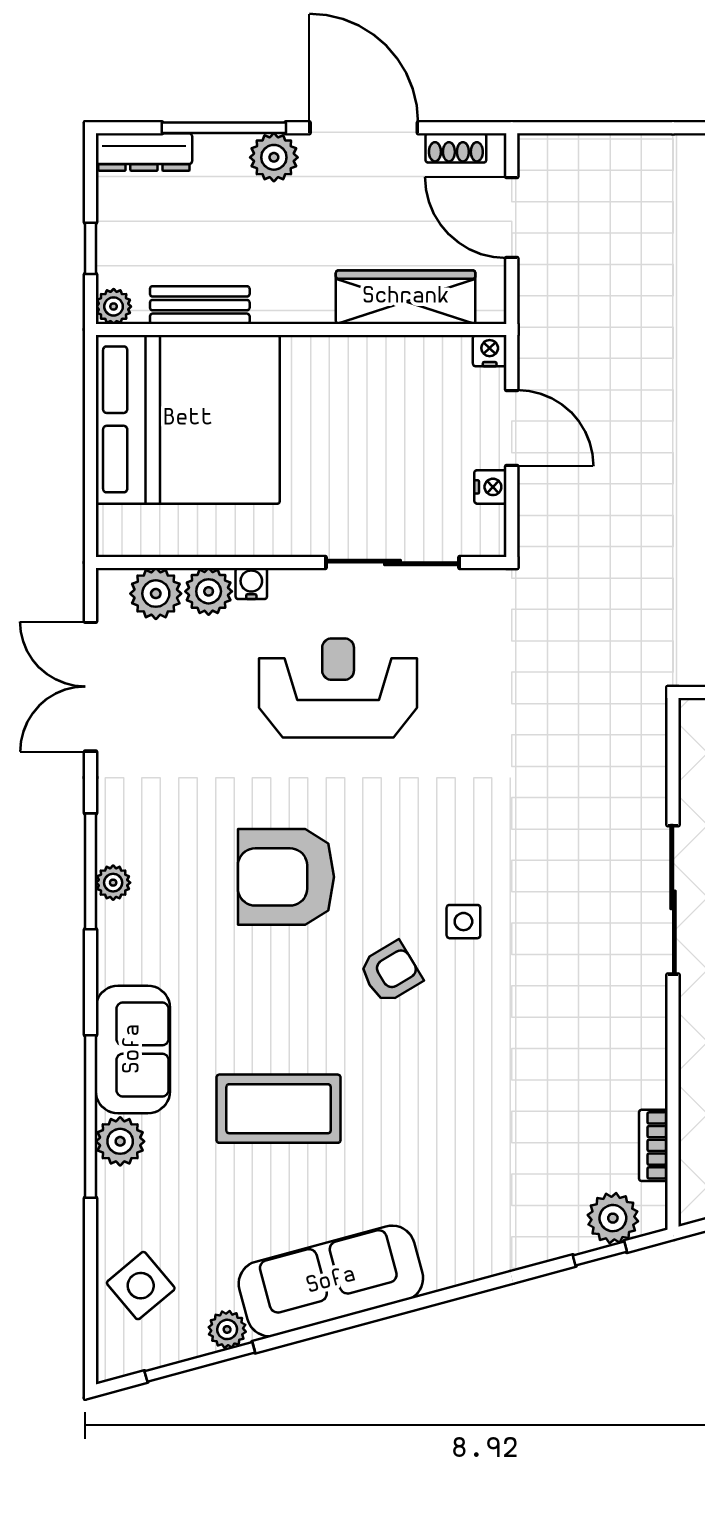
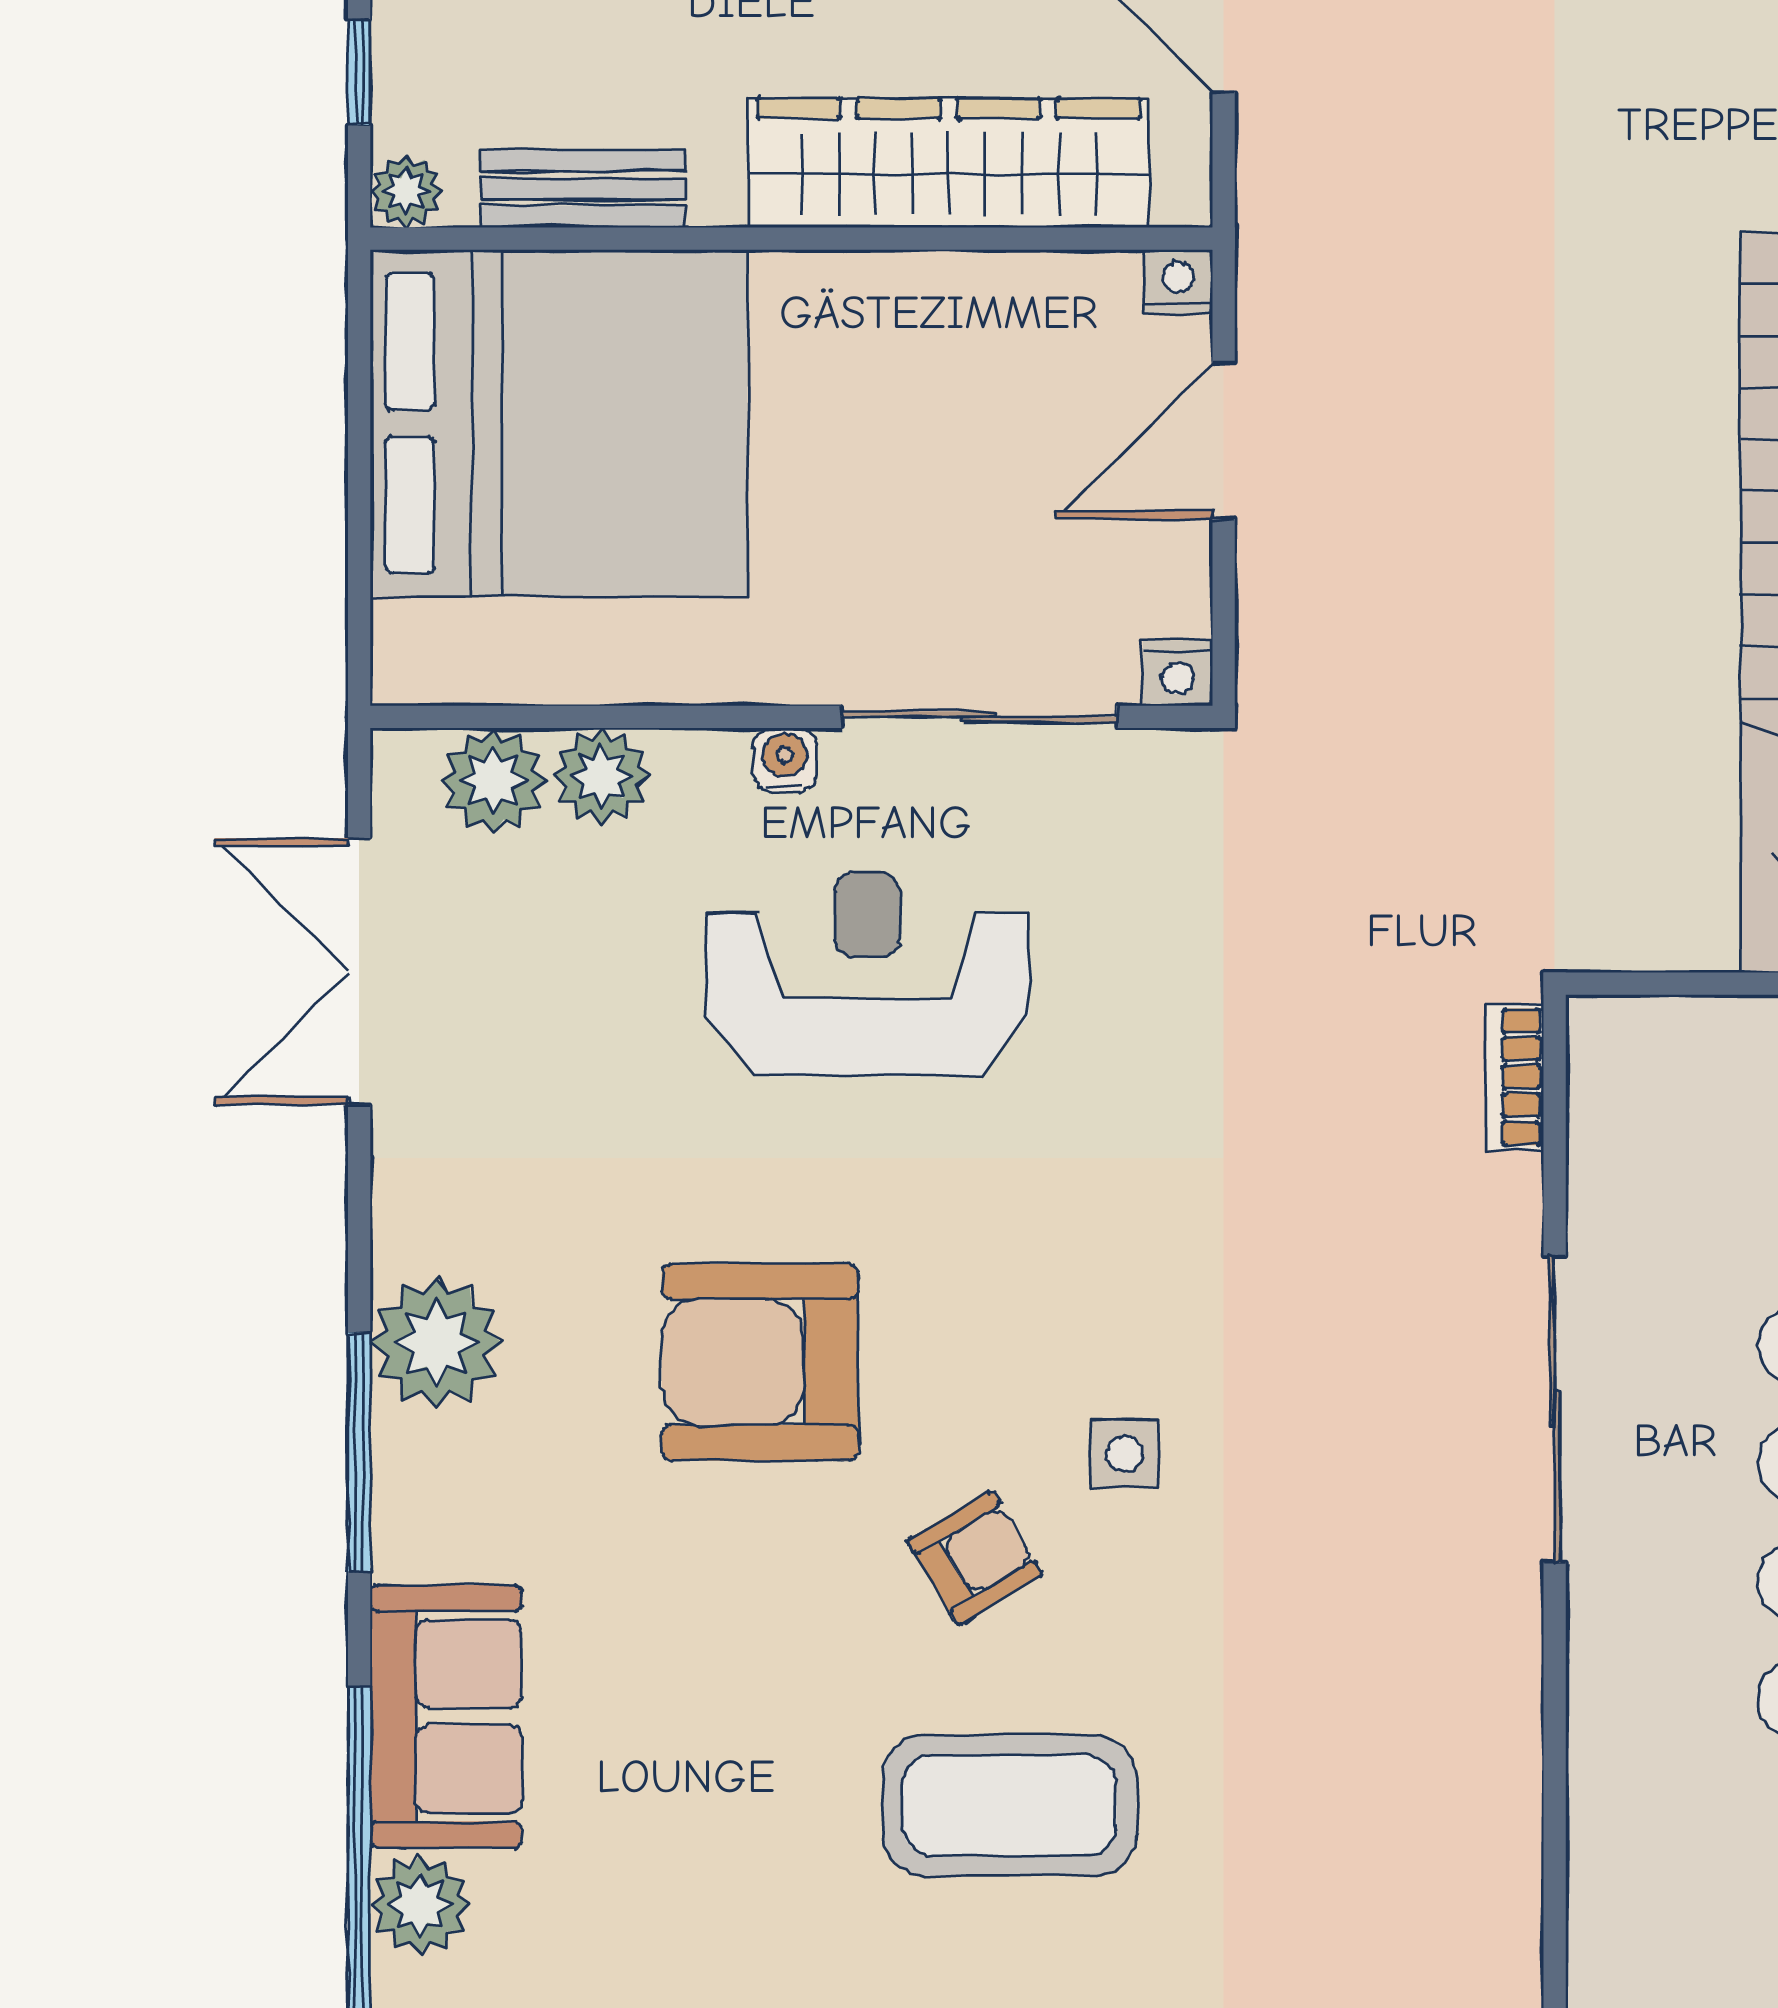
wardrobe: (406, 297) -> (949, 163), width x1.40, depth x1.17
door: (512, 428) -> (1224, 441), swing flipped
nightstand: (490, 487) -> (1178, 673), moved, turned 90
water cooler: (251, 584) -> (785, 760), moved
window: (91, 871) -> (359, 1452), moved
plant: (113, 883) -> (436, 1343), width x1.88, depth x1.88
coffee table: (279, 1109) -> (1009, 1805), moved
bookcase: (653, 1145) -> (1514, 1077), moved

